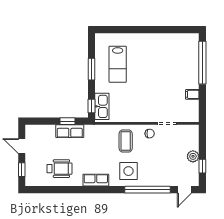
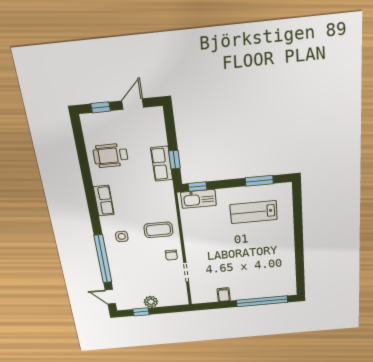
window: (91, 69) -> (259, 181), moved
wheelchair: (59, 169) -> (111, 156), turned 90
side table: (129, 171) -> (122, 236), width x0.54, depth x0.54

